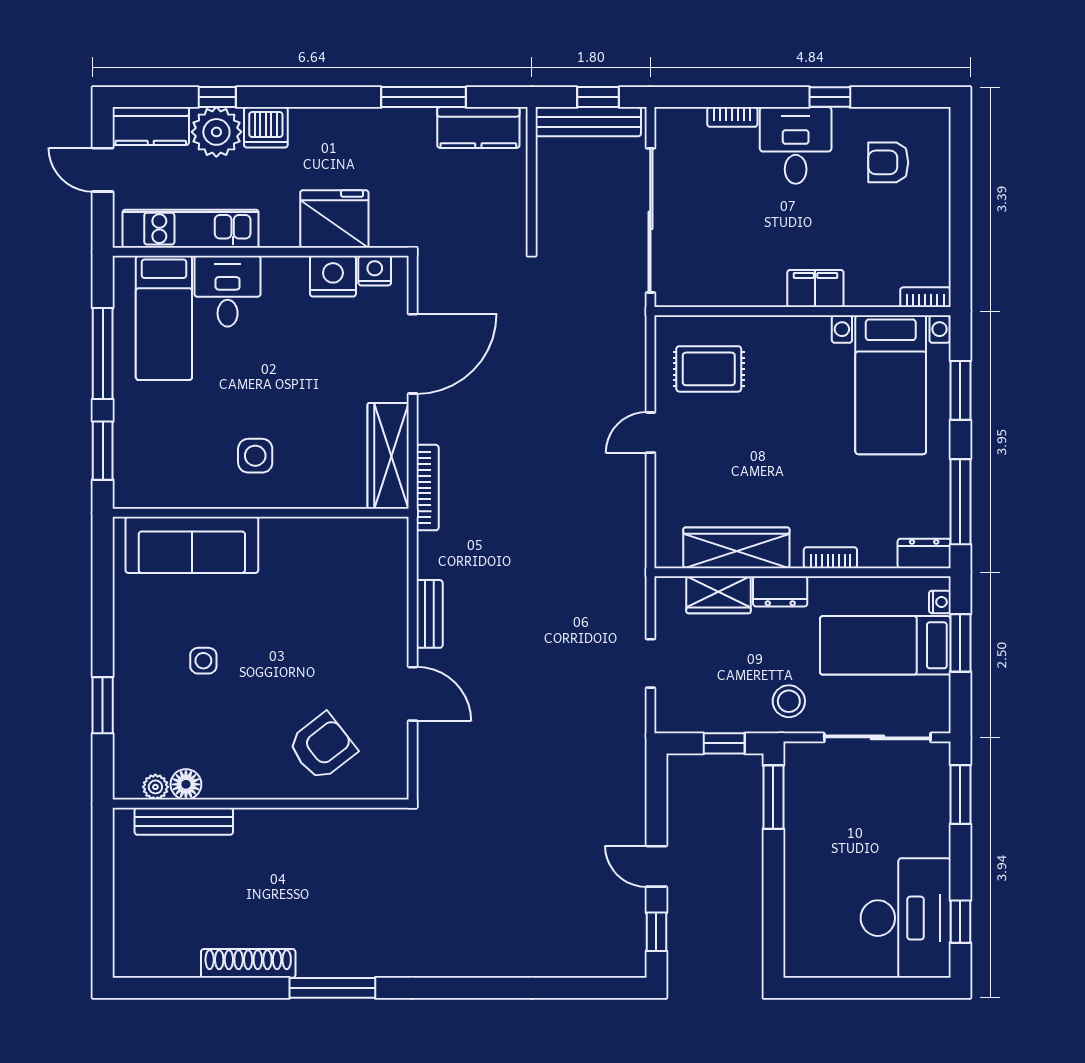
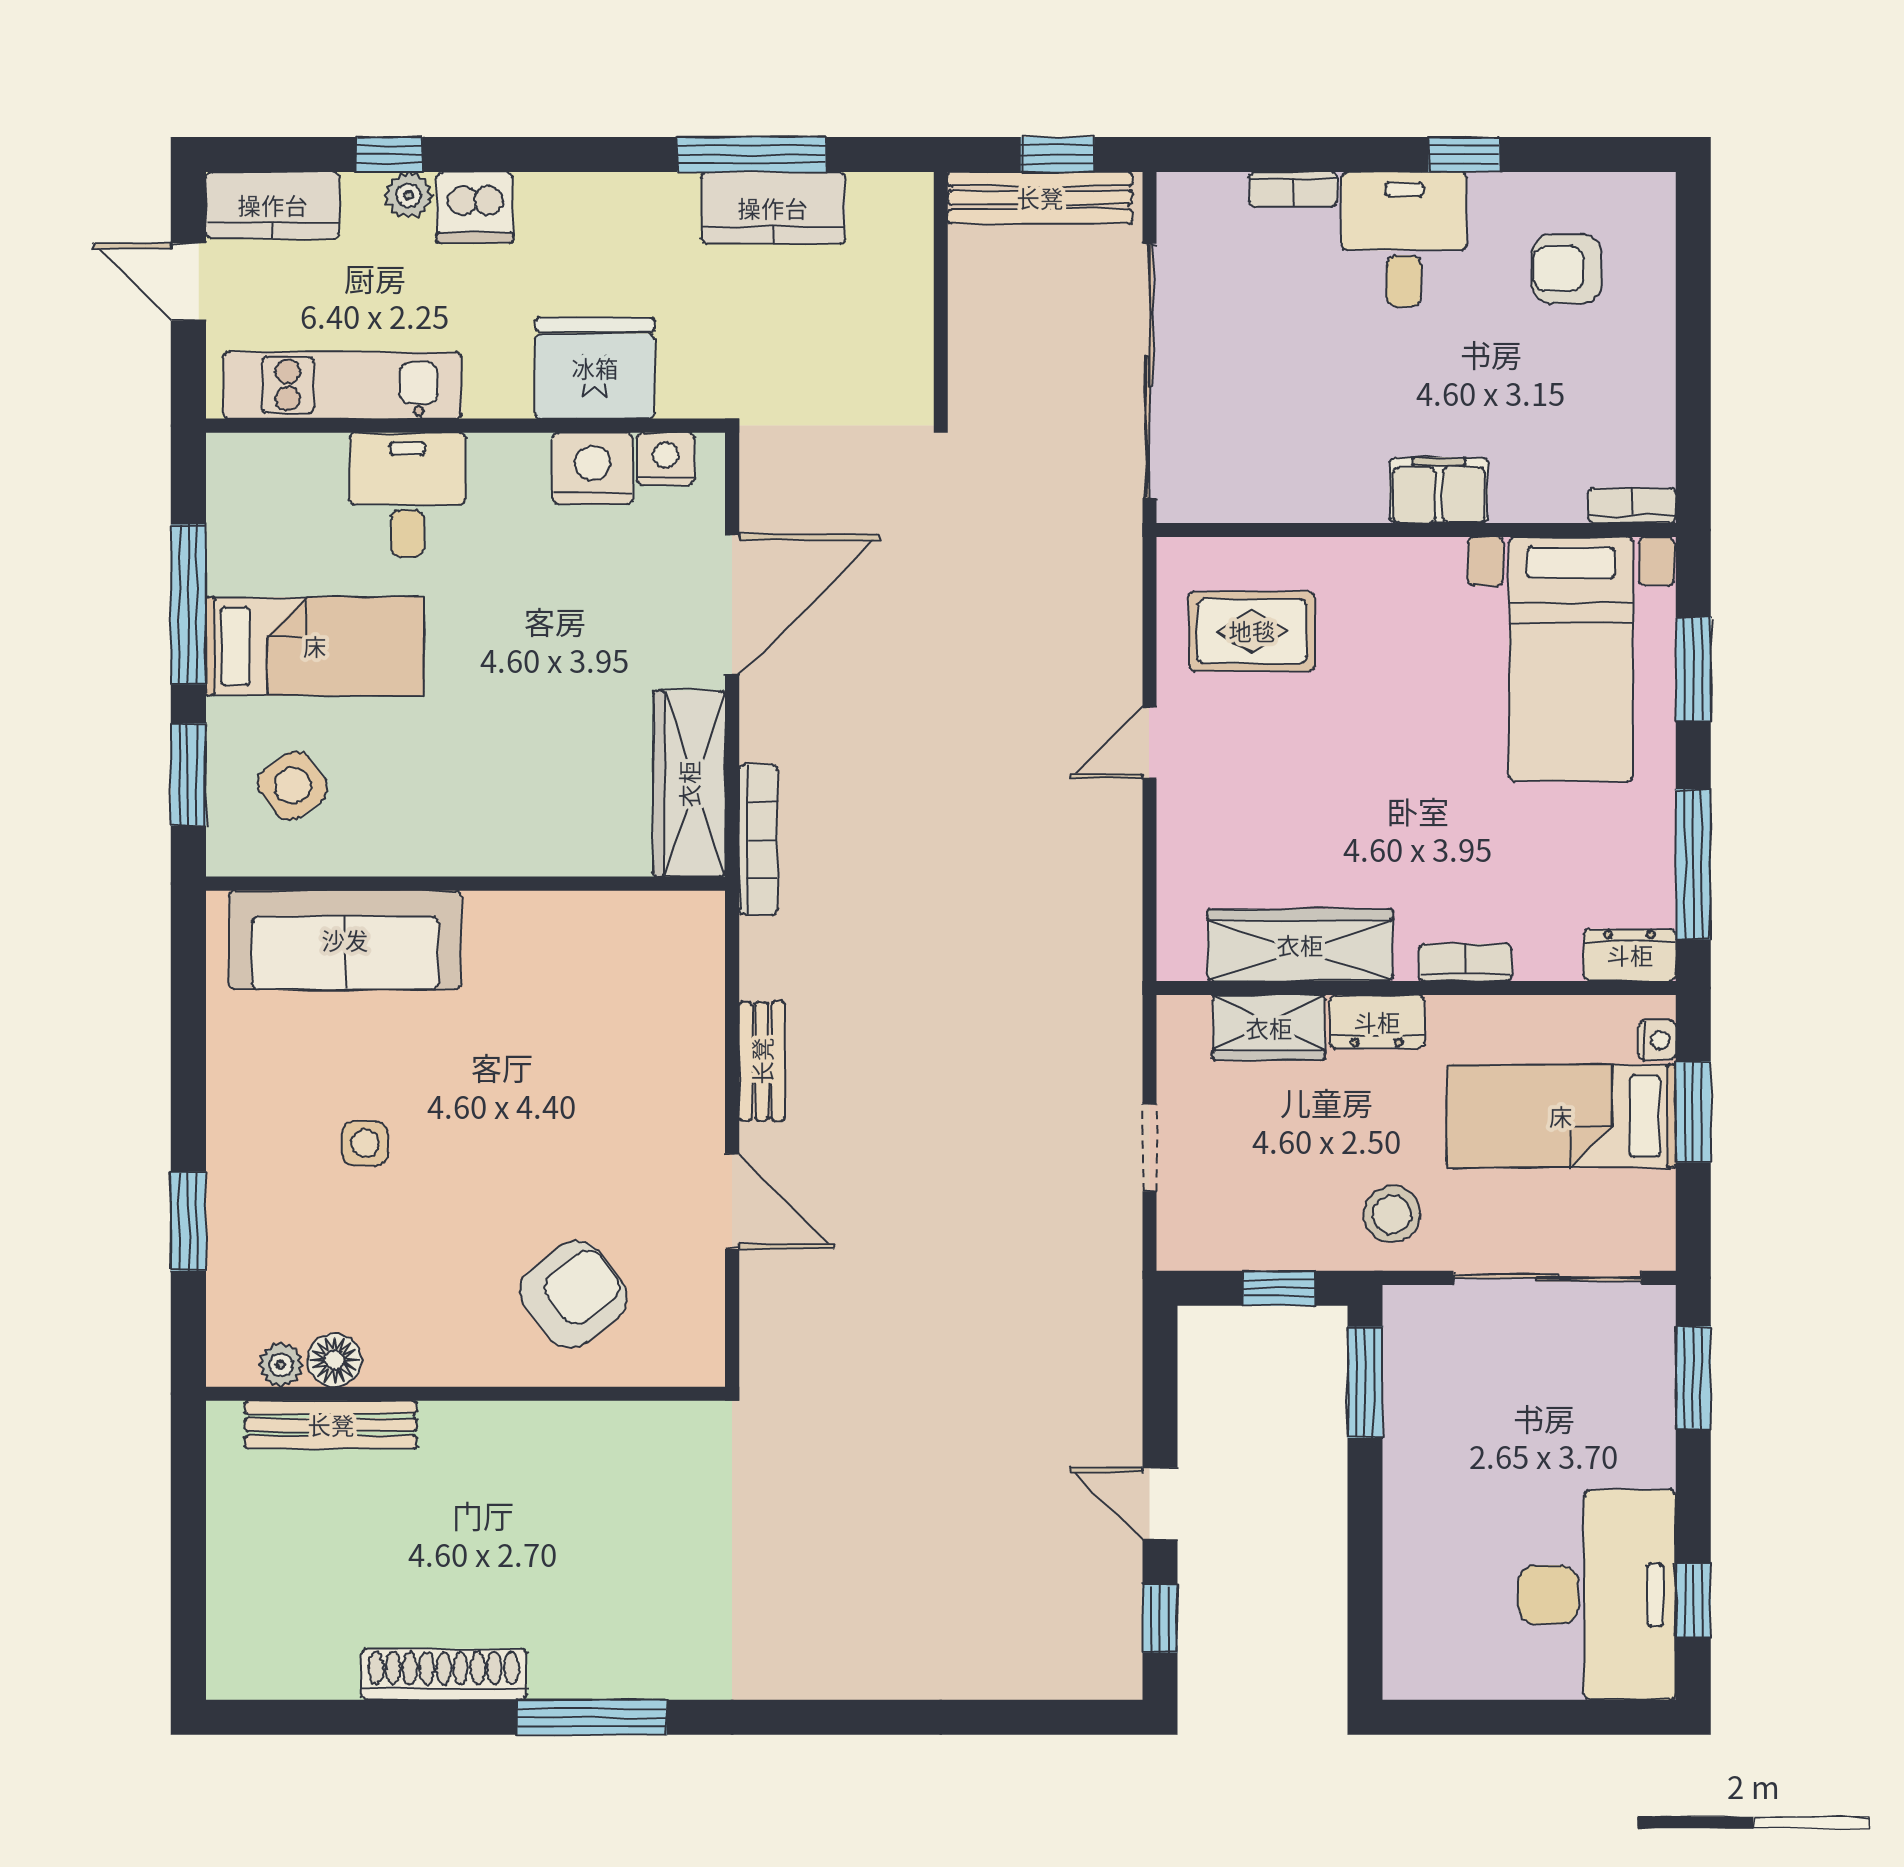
kitchen counter: (478, 128) -> (773, 208), moved
plant: (216, 132) -> (408, 195), width x0.53, depth x0.53
bed: (164, 318) -> (315, 646), moved, turned -90
side table: (255, 456) -> (293, 786), moved, turned -36

